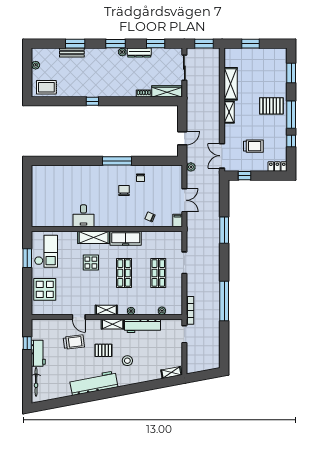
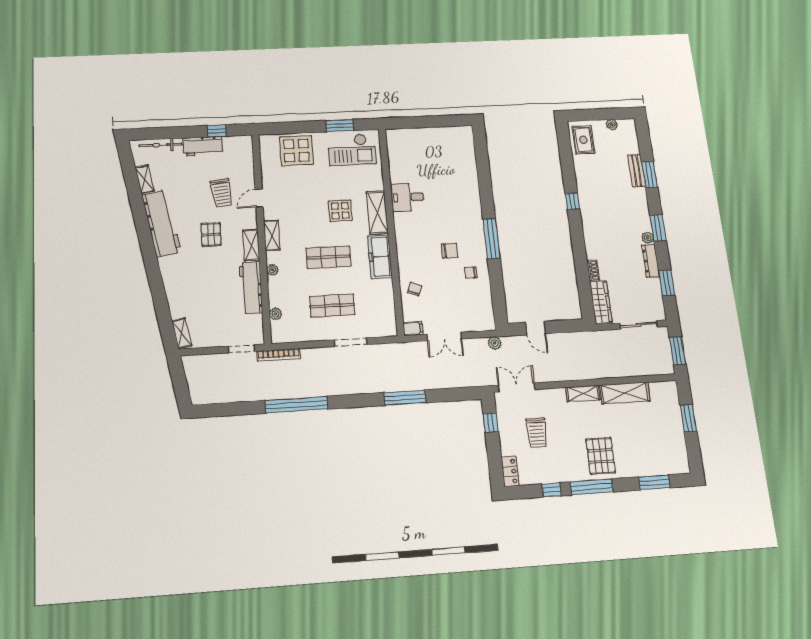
stool: (127, 361) -> (197, 269), removed
shelving: (61, 393) -> (145, 179), added

